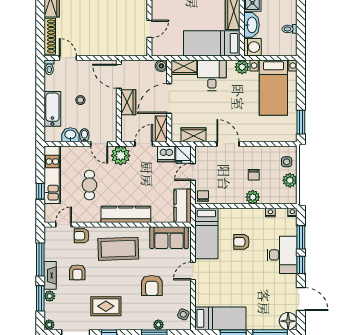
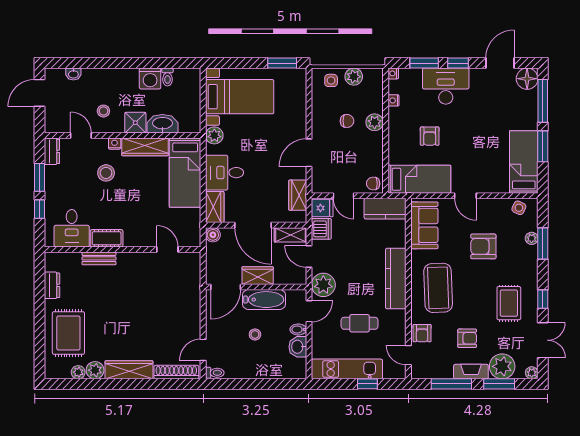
washing machine: (253, 47) -> (150, 79), moved, turned 180
bathtub: (52, 109) -> (264, 300), moved, turned 180
armchair: (152, 285) -> (483, 246), turned 180
plant: (50, 296) -> (502, 366), width x1.87, depth x1.87

